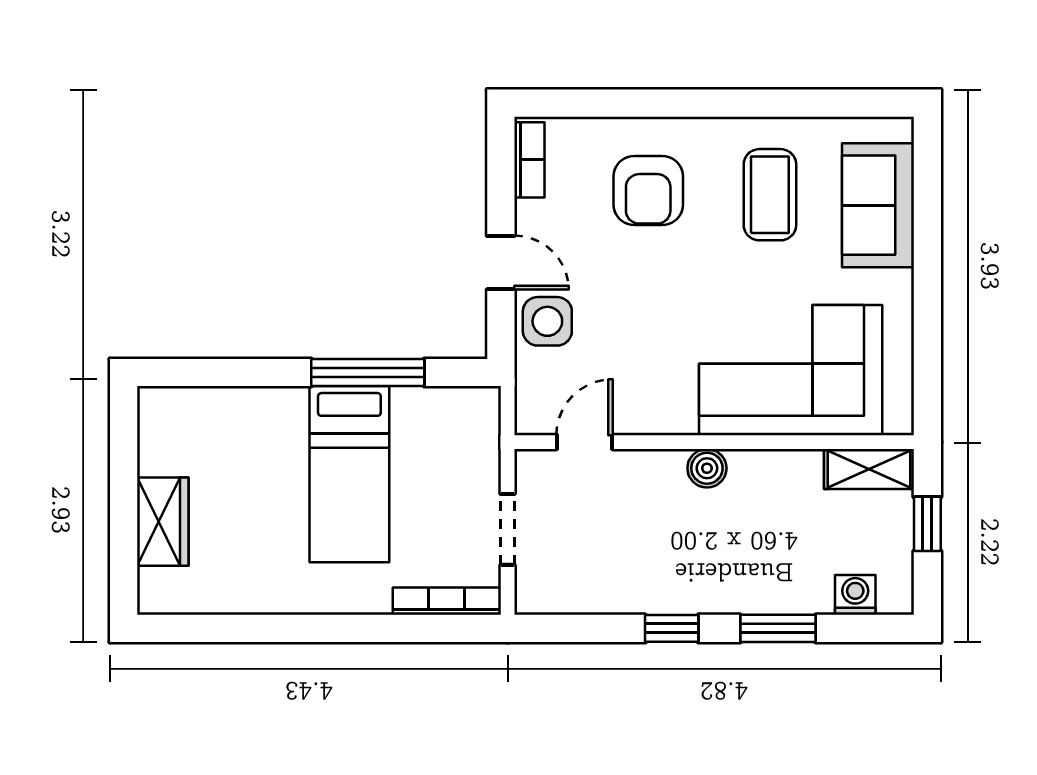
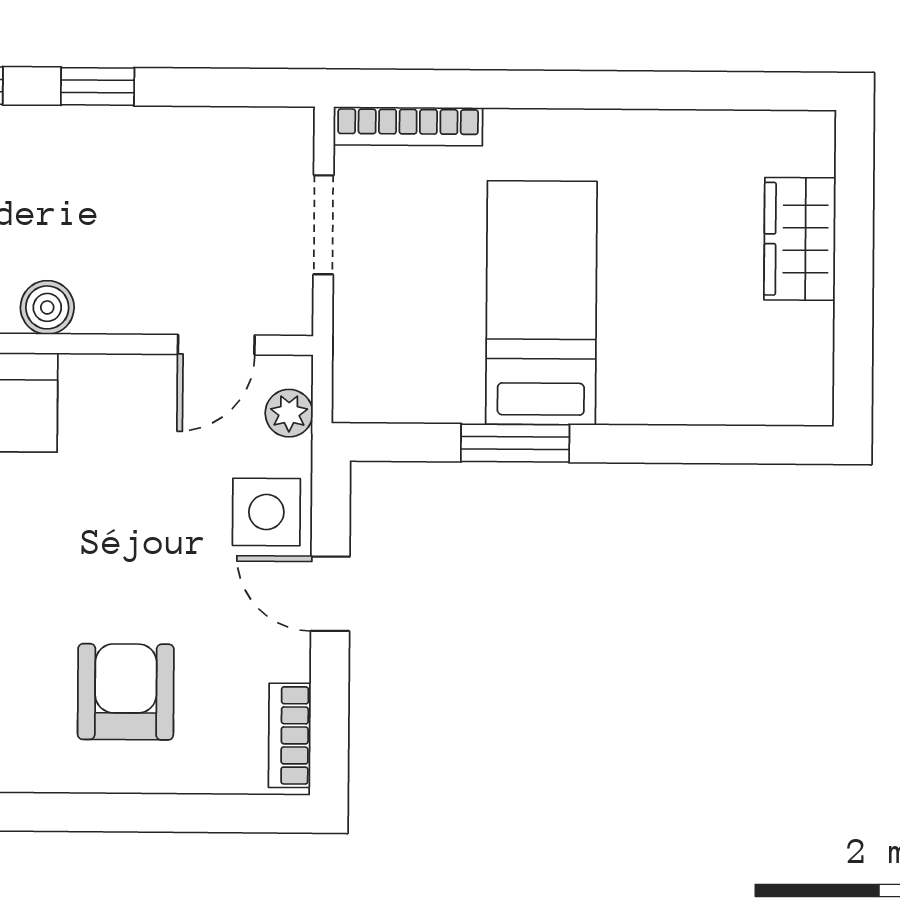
window: (368, 372) -> (515, 443), width x0.69
plant: (531, 393) -> (289, 413), added

